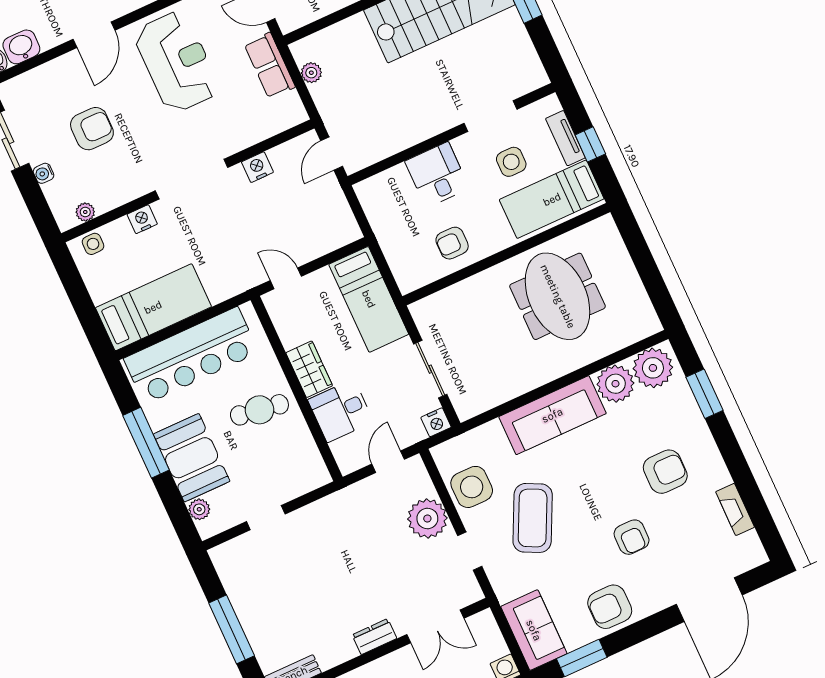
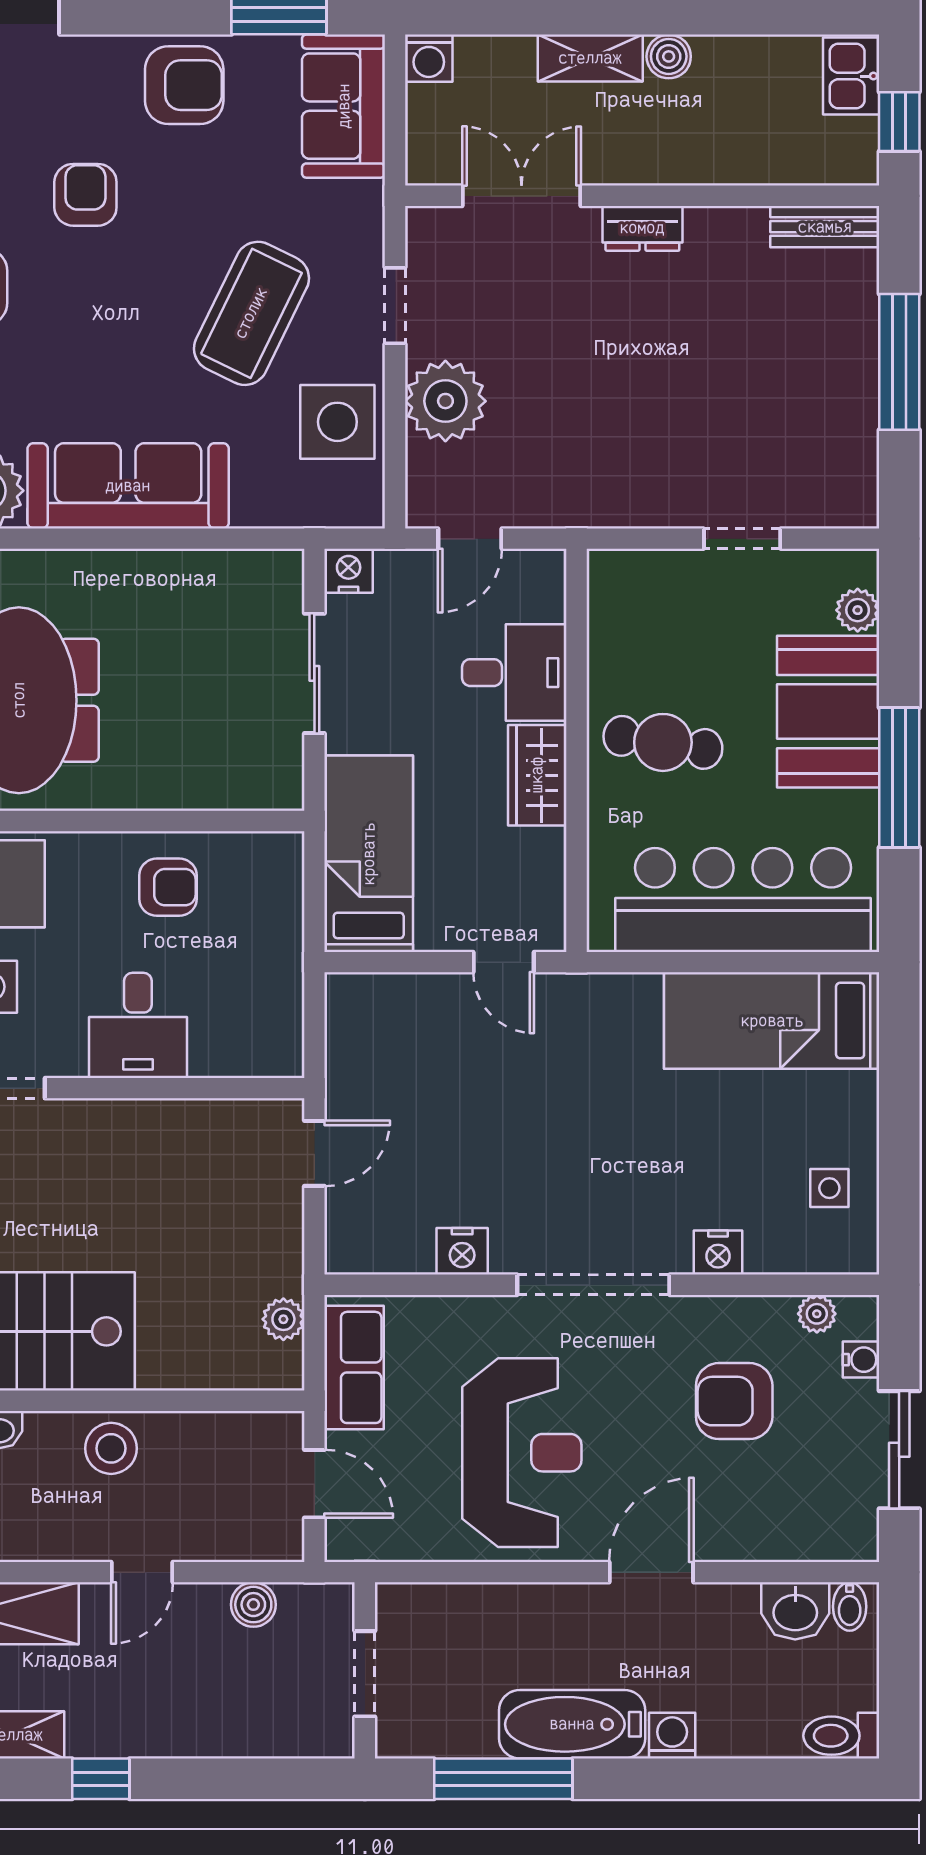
reception desk: (177, 62) -> (522, 1453), turned 180
nightstand: (257, 167) -> (462, 1251), moved
doorway: (192, 179) -> (593, 1285), moved
wall: (188, 181) -> (602, 1285), moved
plant: (85, 212) -> (817, 1314), moved
nightstand: (142, 219) -> (718, 1253), moved

